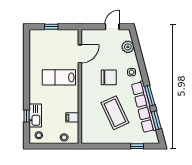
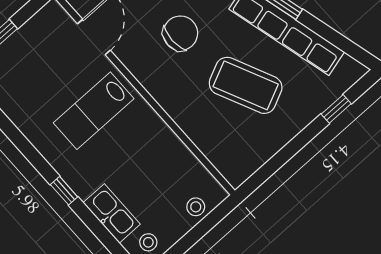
window: (27, 116) -> (64, 191), moved
filing cabinet: (72, 117) -> (179, 159), removed
window: (156, 120) -> (329, 34), removed

